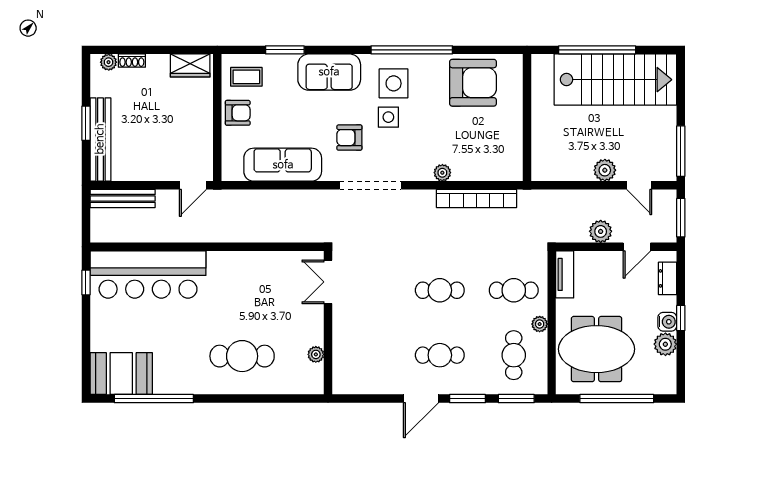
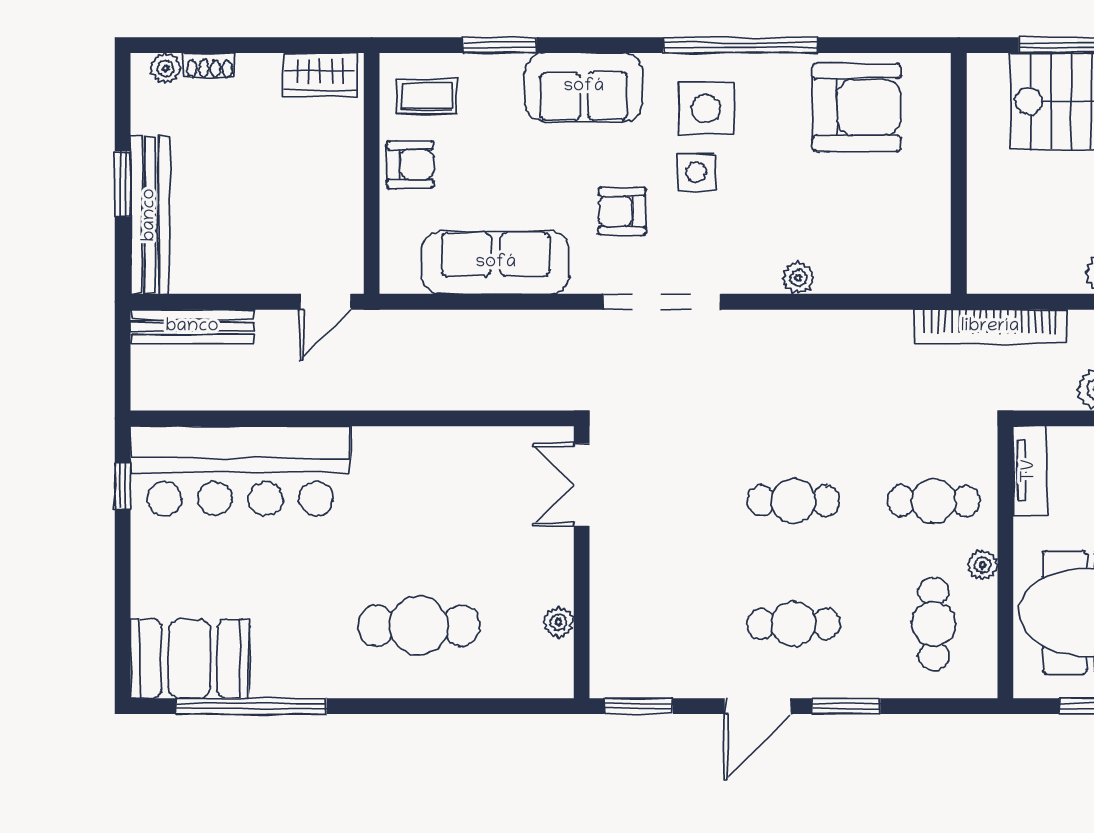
bookcase: (477, 198) -> (990, 327), moved
window: (516, 399) -> (639, 706), moved

